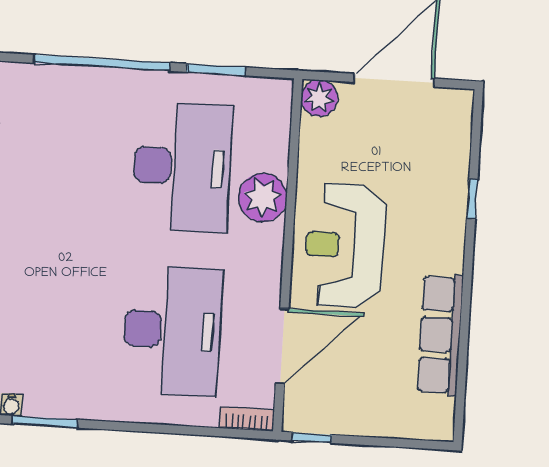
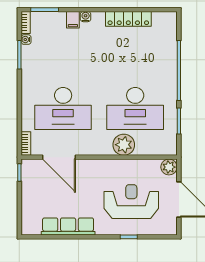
reception desk: (345, 245) -> (131, 202), moved

